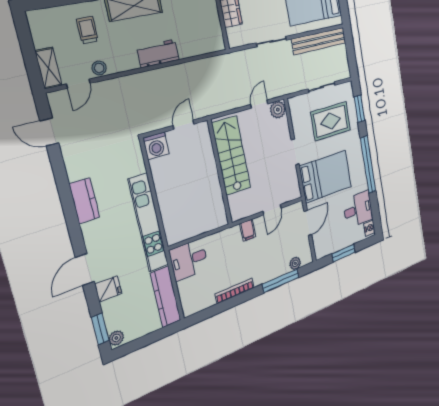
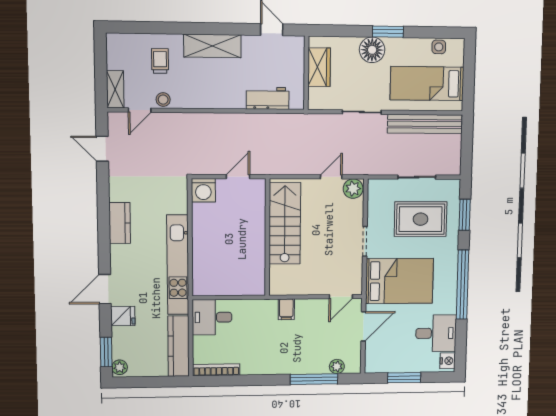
workbench: (158, 53) -> (268, 98), moved
door: (272, 210) -> (341, 297), moved
bookcase: (235, 291) -> (216, 370), moved

